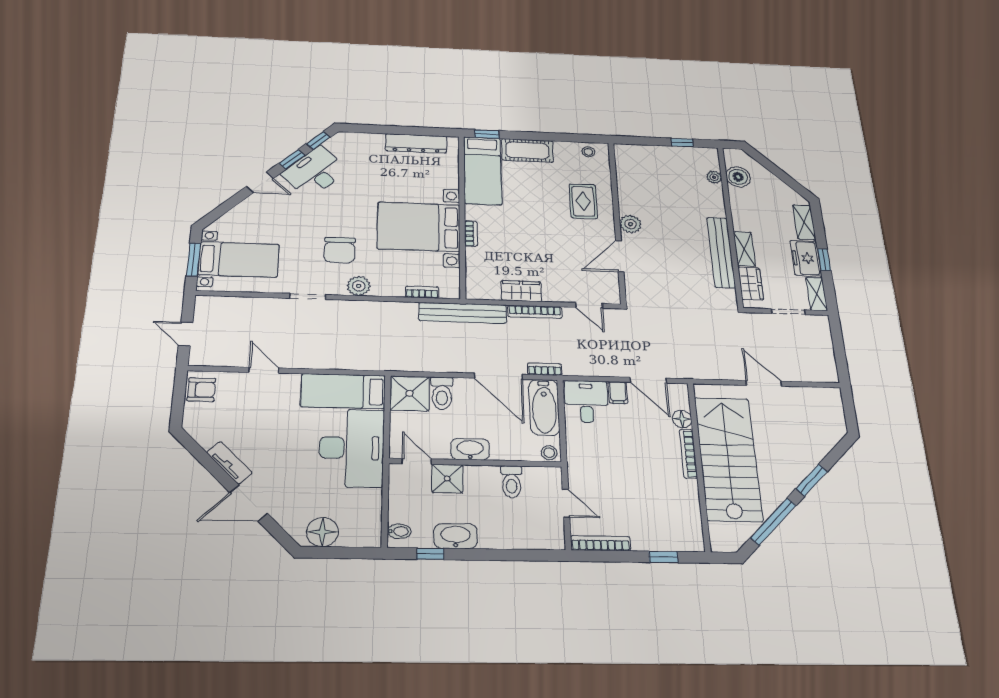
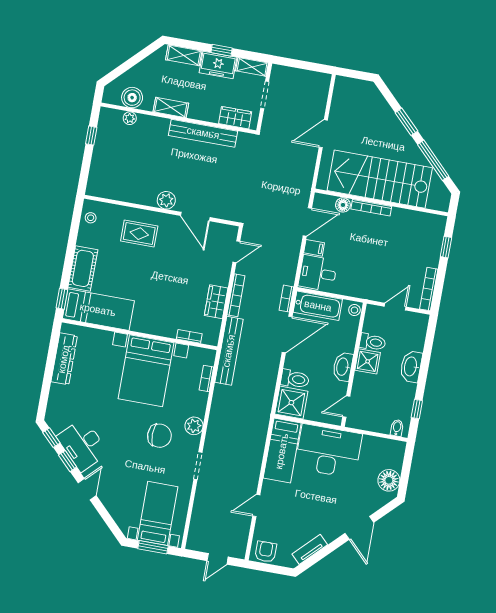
bookcase: (471, 234) -> (189, 336), moved
shelving: (744, 249) -> (171, 107), moved
tv unit: (229, 463) -> (310, 549), moved
shower: (447, 479) -> (368, 361), moved
washbasin: (456, 536) -> (411, 367), moved

